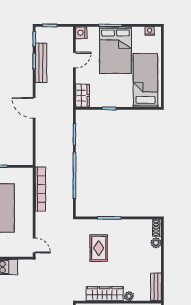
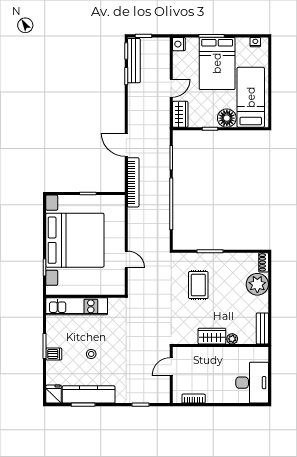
door: (74, 60) -> (171, 88), moved
bench: (41, 63) -> (134, 61), moved
floor lamp: (124, 99) -> (227, 118), added
door: (34, 108) -> (126, 145), moved
bookcase: (40, 189) -> (133, 182), moved
plant: (156, 243) -> (257, 284), width x1.88, depth x1.88
door: (34, 245) -> (126, 259), moved
wardrobe: (105, 294) -> (212, 336), width x0.67

